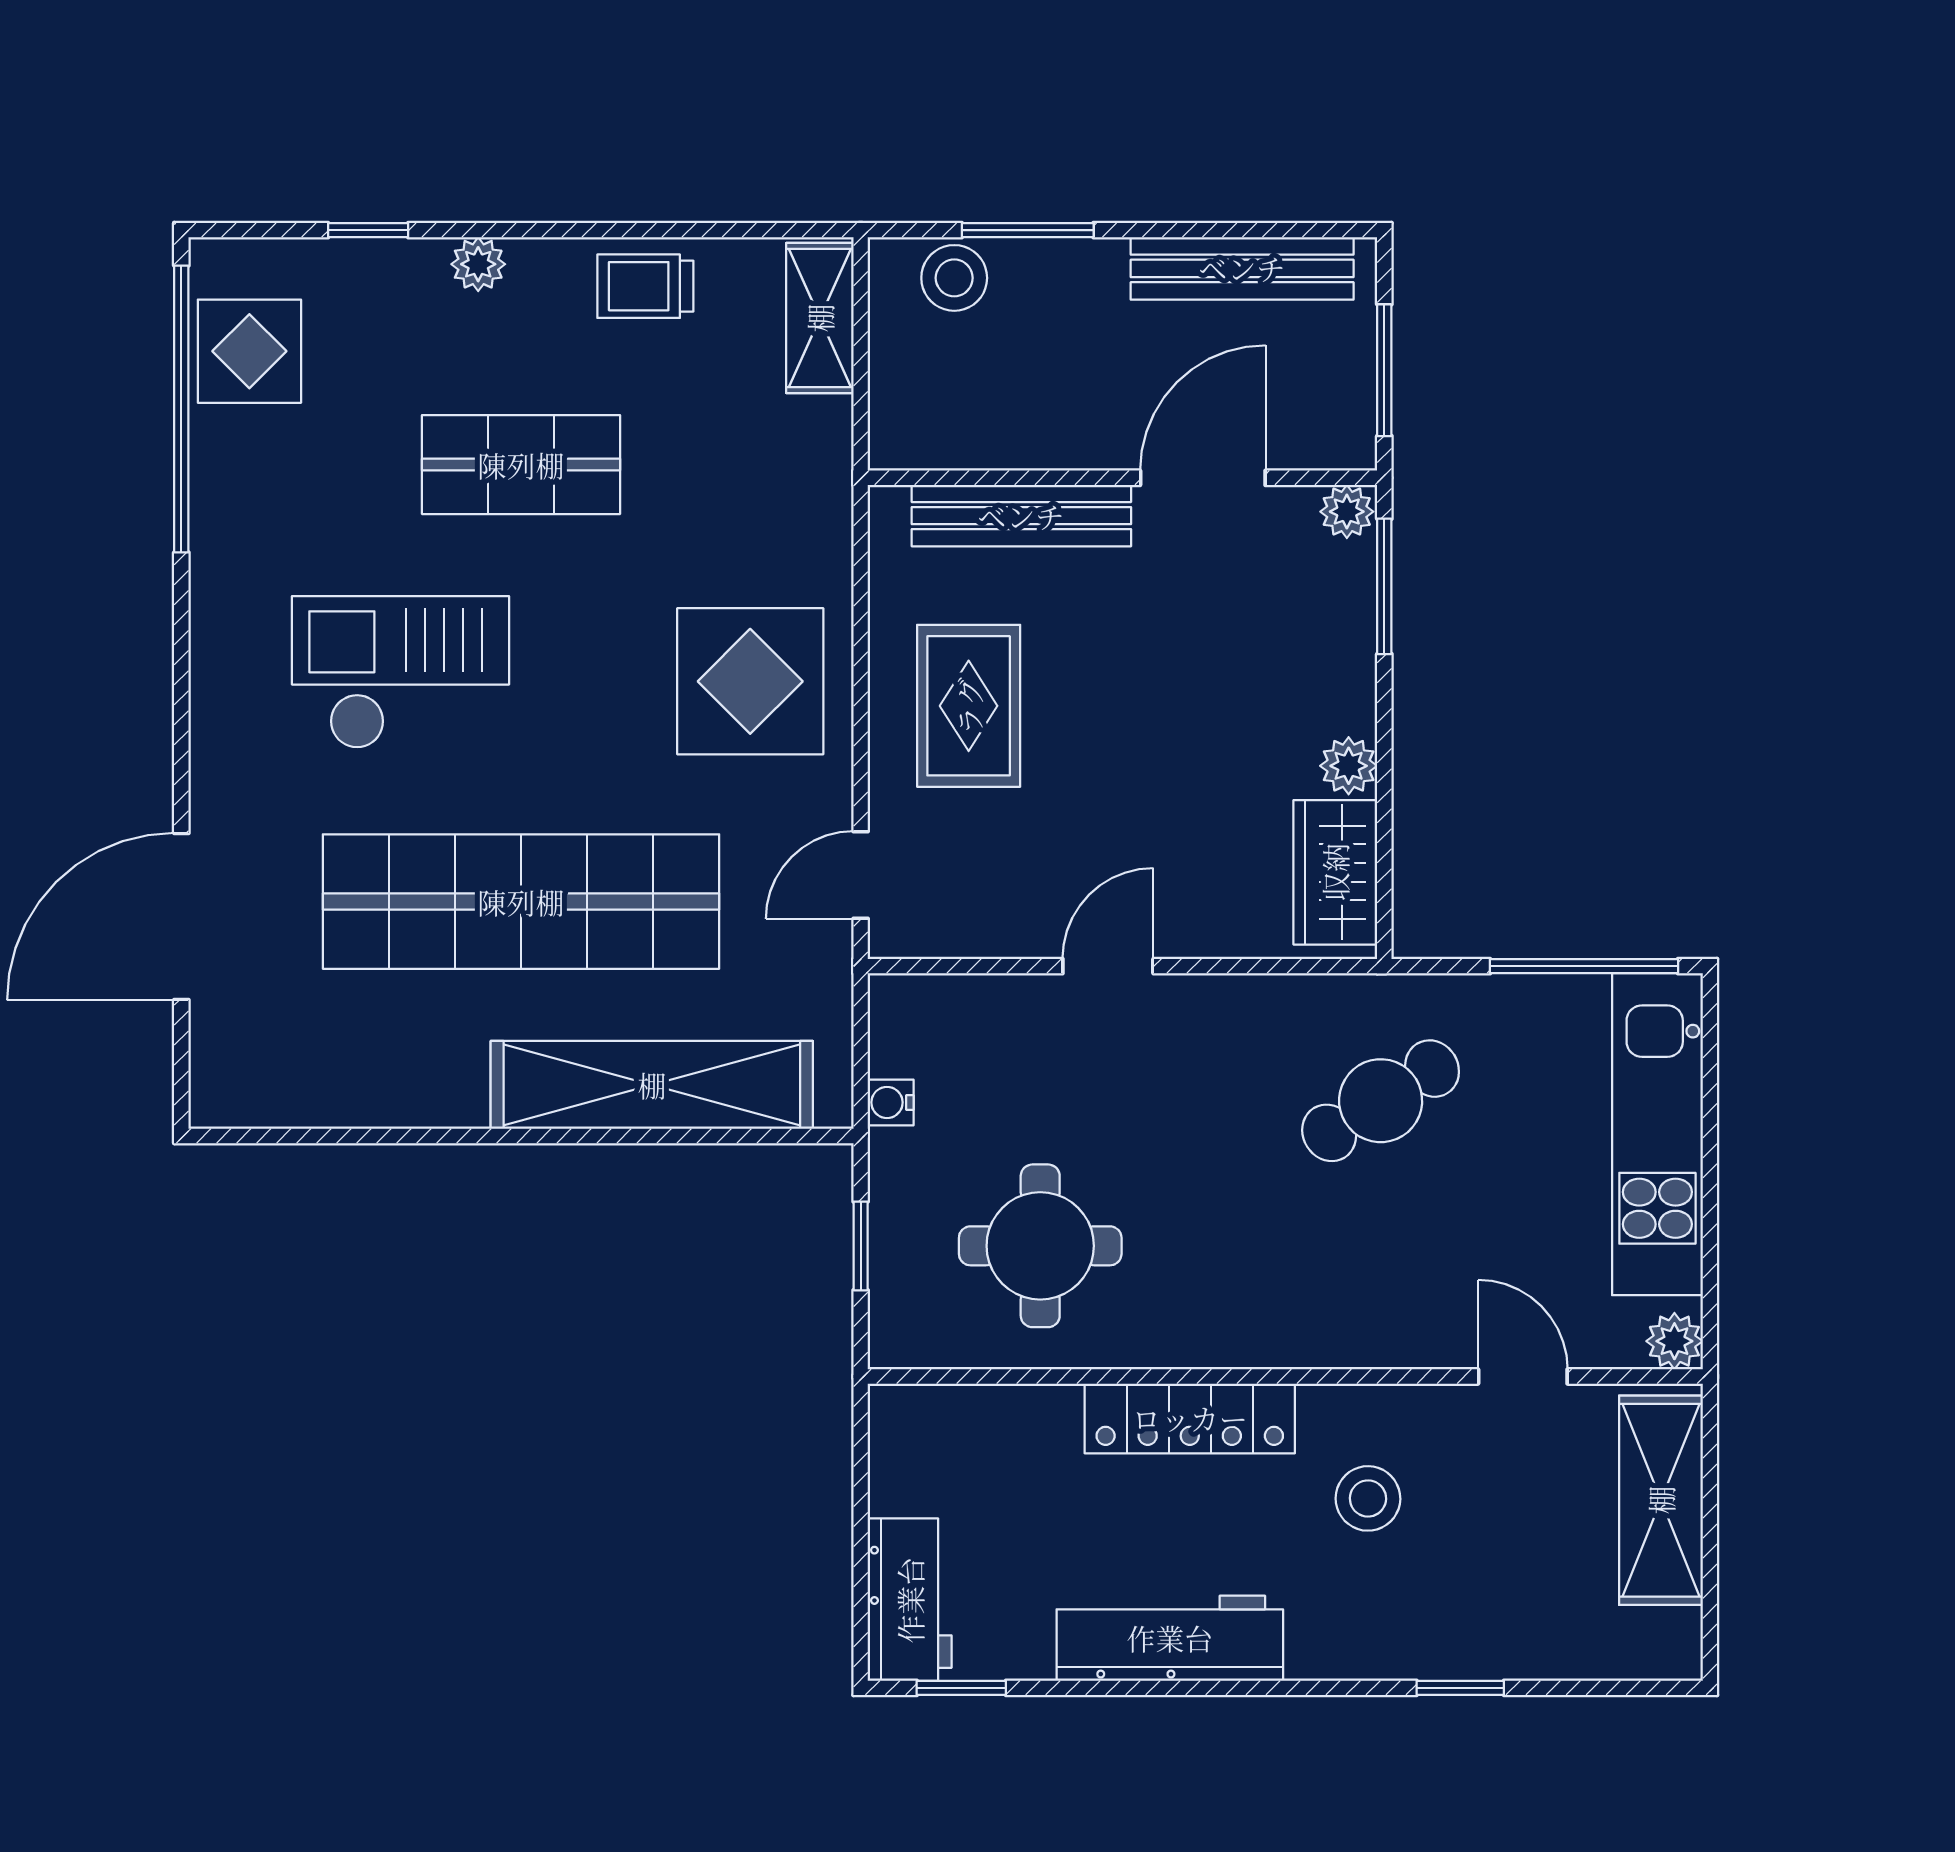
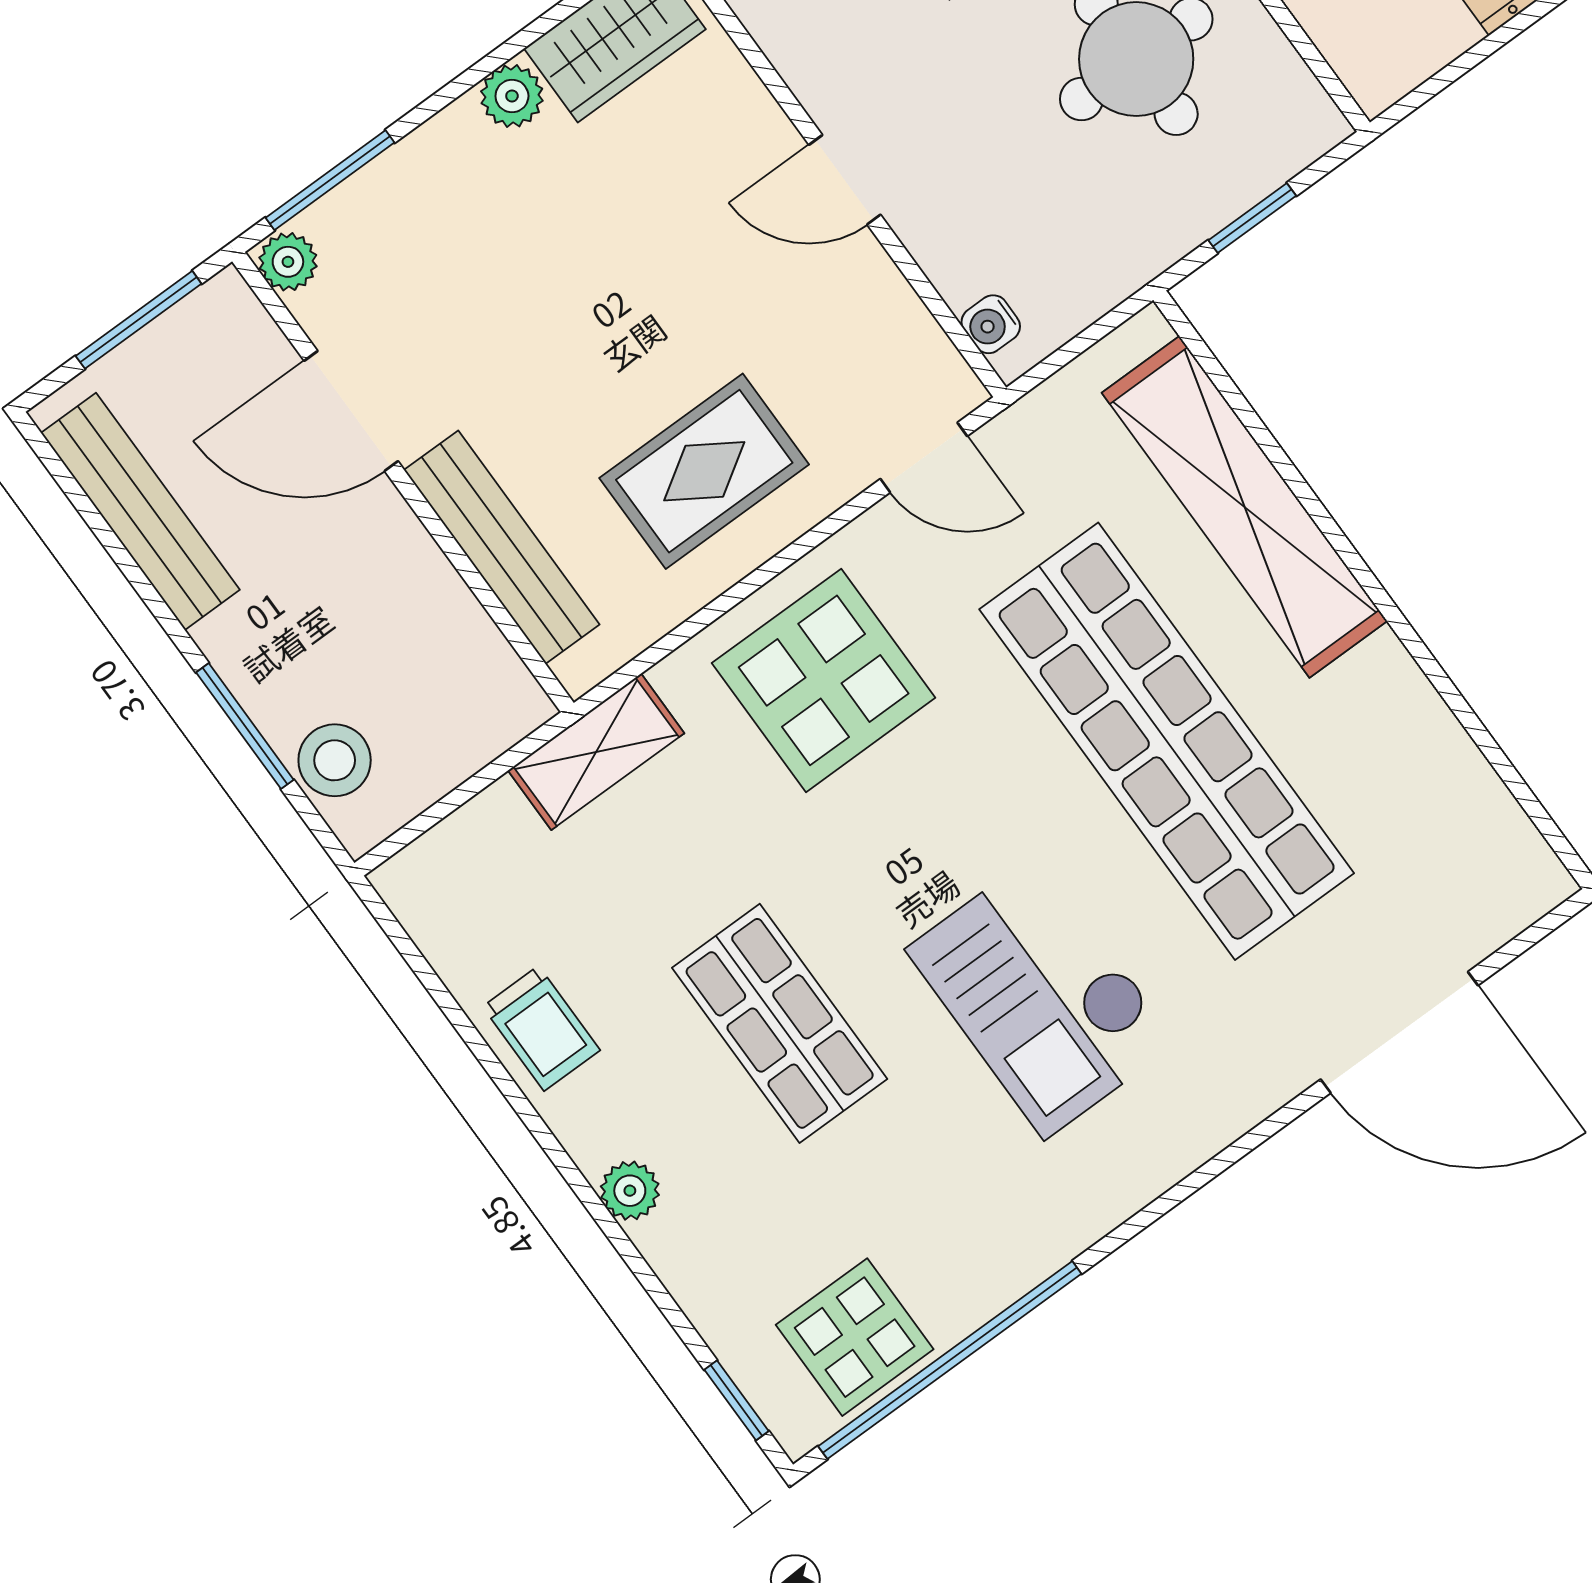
window: (368, 230) -> (737, 1400), moved
shelving: (820, 318) -> (596, 752), moved
water cooler: (891, 1102) -> (991, 324), moved, turned 90

